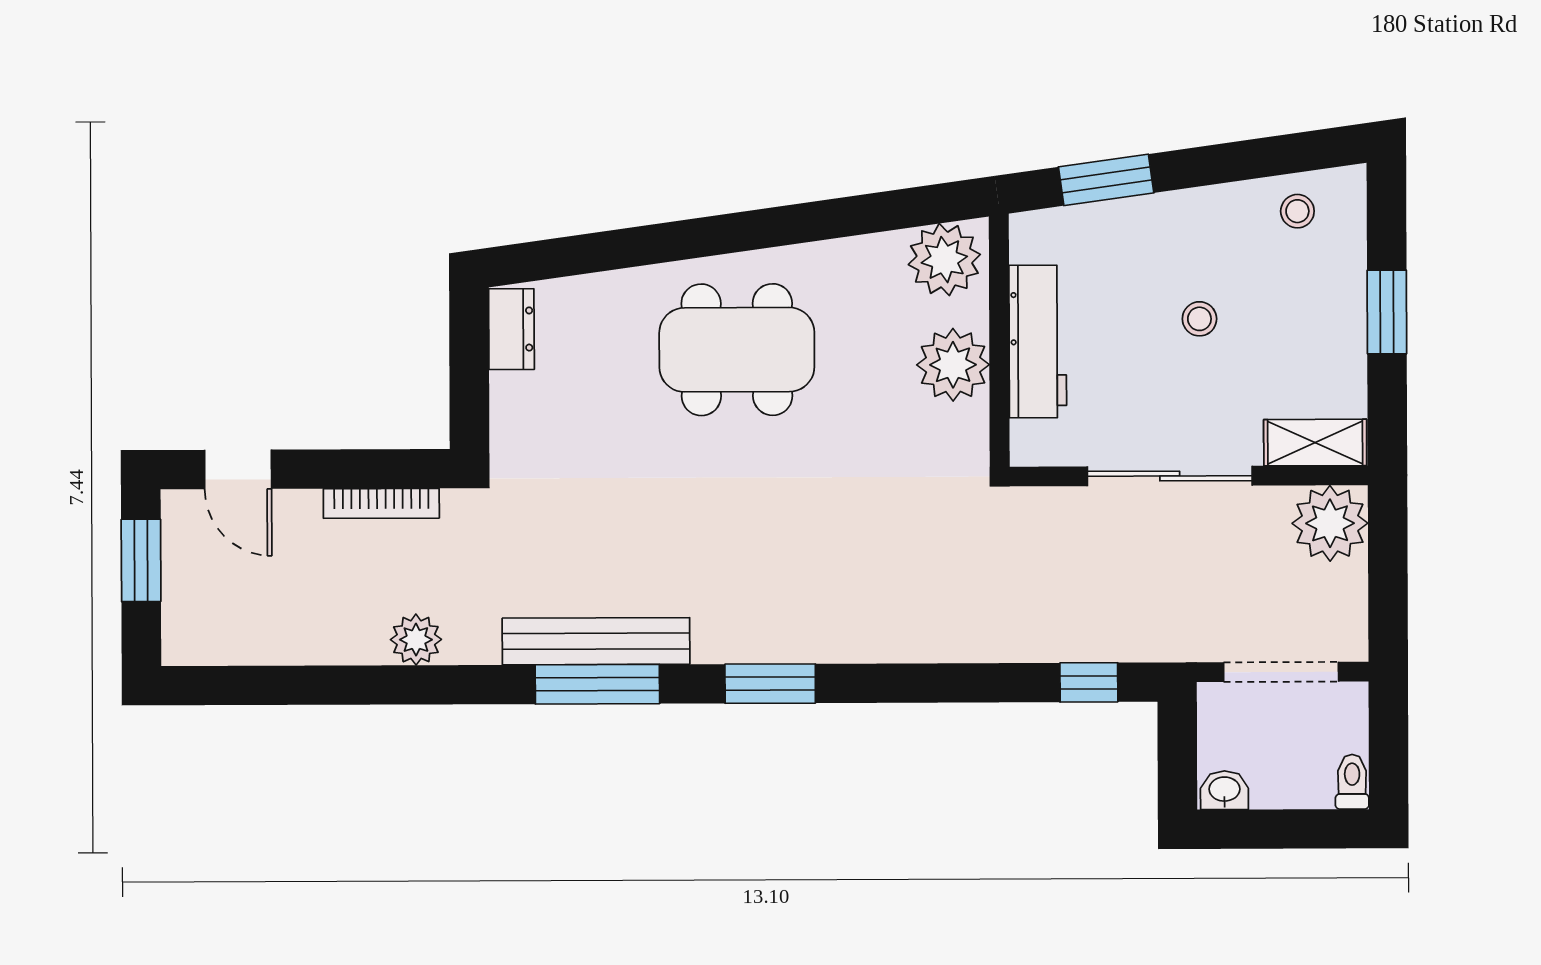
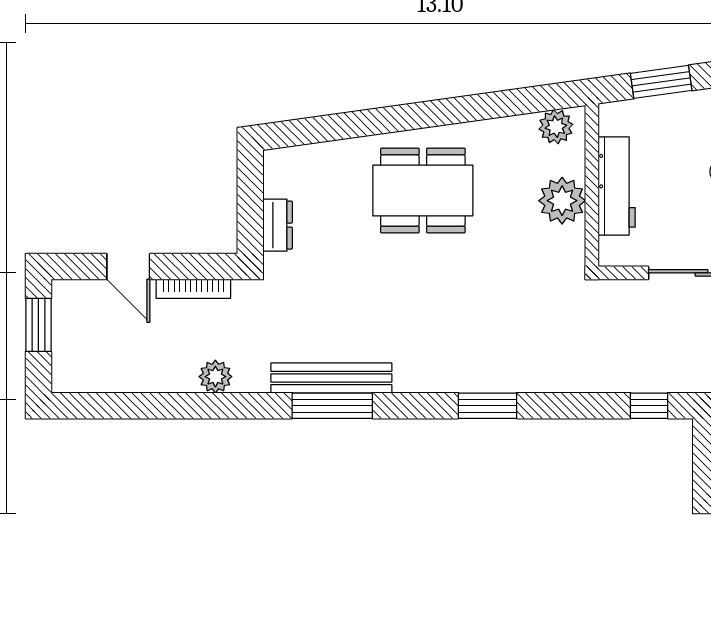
plant: (944, 260) -> (556, 127), width x0.73, depth x0.73
dresser: (511, 329) -> (278, 225), moved
door: (238, 469) -> (128, 267), moved
window: (770, 684) -> (488, 406), moved

